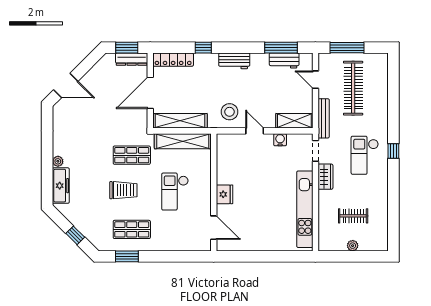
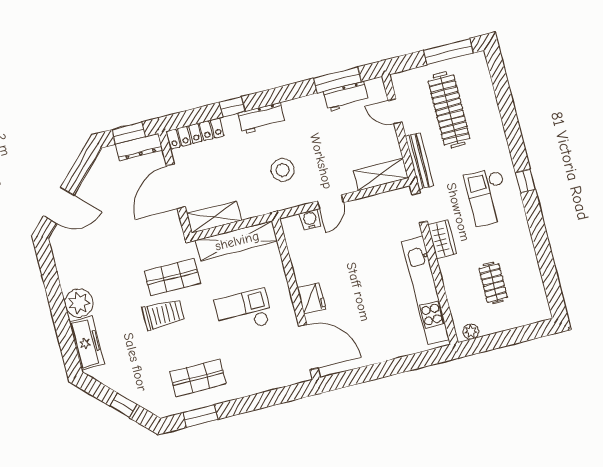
window: (347, 48) -> (448, 52), moved
workbench: (234, 61) -> (262, 118), moved
stool: (230, 112) -> (283, 170), moved
shelving: (180, 121) -> (214, 217), width x0.68
door: (255, 131) -> (330, 202), swing flipped
water cooler: (280, 140) -> (310, 220), moved
plant: (58, 161) -> (79, 303), width x1.87, depth x1.87
trolley: (123, 190) -> (163, 314), moved
checkout: (175, 192) -> (243, 311), turned 90
clothes rail: (353, 216) -> (493, 283), turned 90
door: (214, 228) -> (308, 347), width x1.36
plant: (353, 246) -> (471, 332), moved

